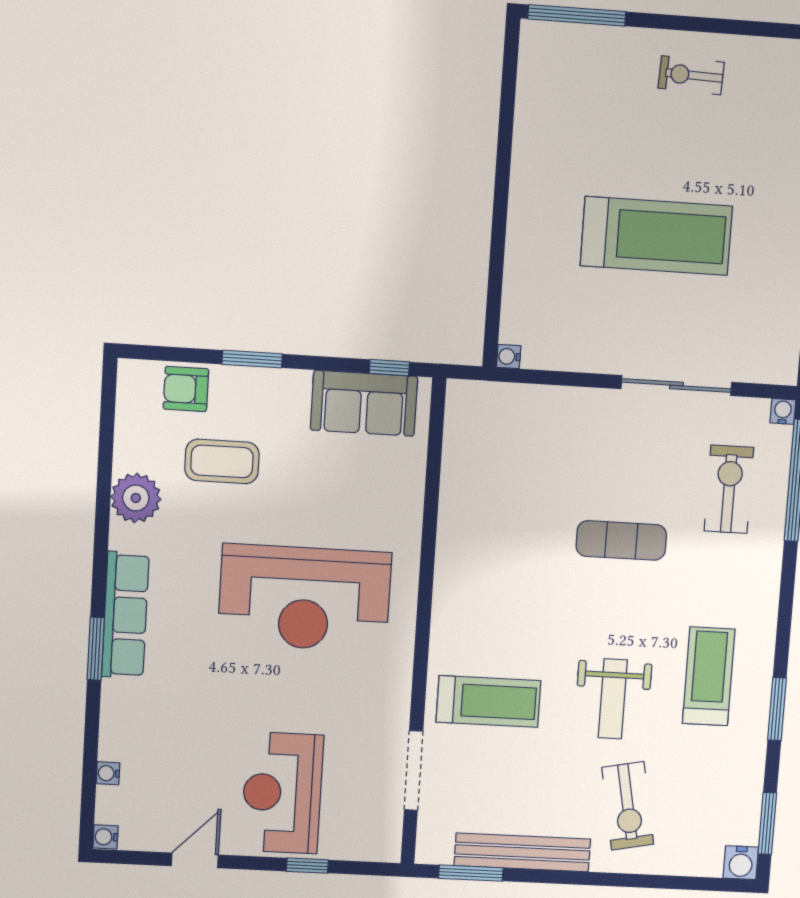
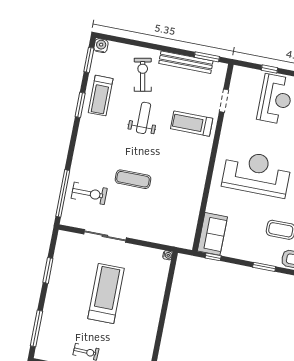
treadmill: (656, 236) -> (106, 293), turned 90
sofa: (364, 403) -> (212, 234), moved, turned 90
water cooler: (783, 411) -> (65, 221), removed
exercise bike: (729, 489) -> (89, 193), turned -90
treadmill: (709, 676) -> (101, 96), moved
doorway: (413, 771) -> (224, 101), width x0.73

